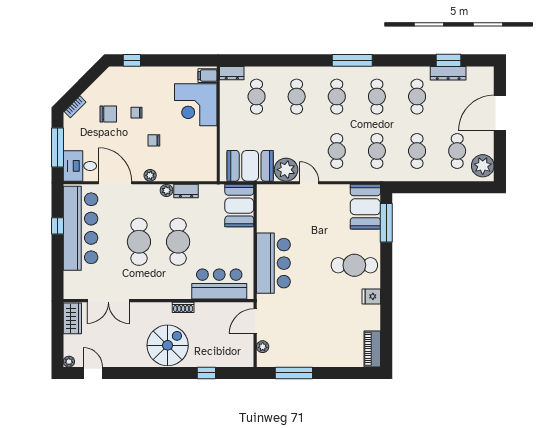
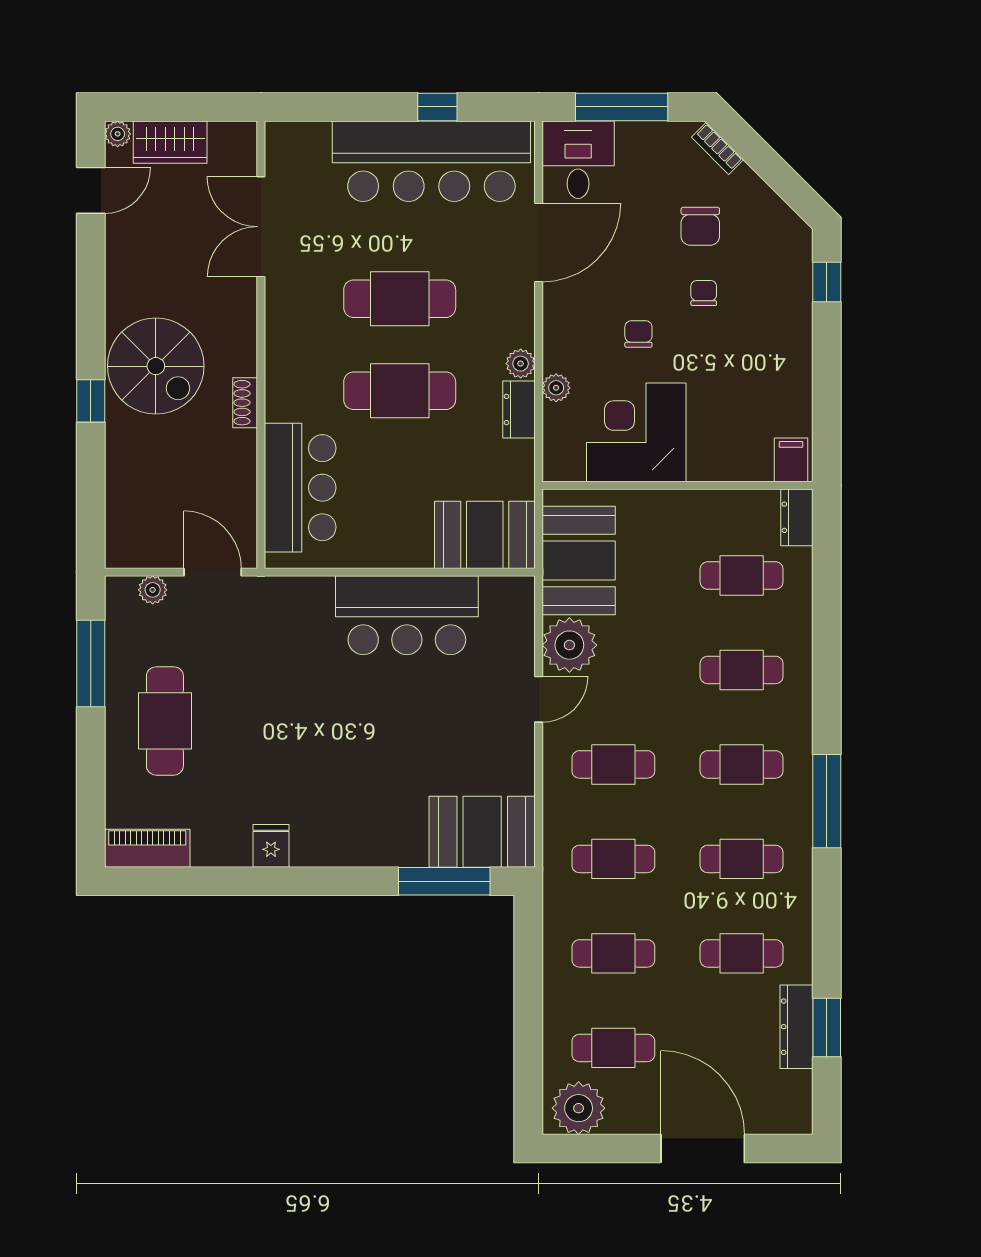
corner desk: (196, 105) -> (636, 432), moved
plant: (150, 175) -> (556, 388), moved
bar counter: (273, 263) -> (407, 615), moved
cafe table: (354, 265) -> (165, 721), moved
wardrobe: (72, 318) -> (170, 142), moved
window: (206, 373) -> (91, 401), moved

